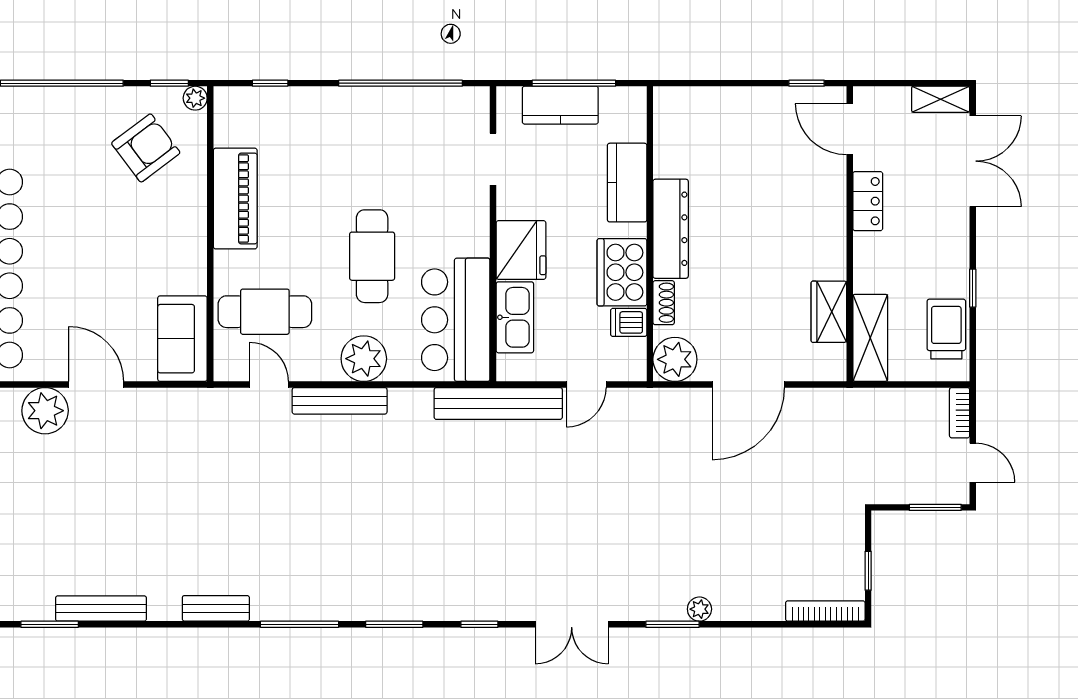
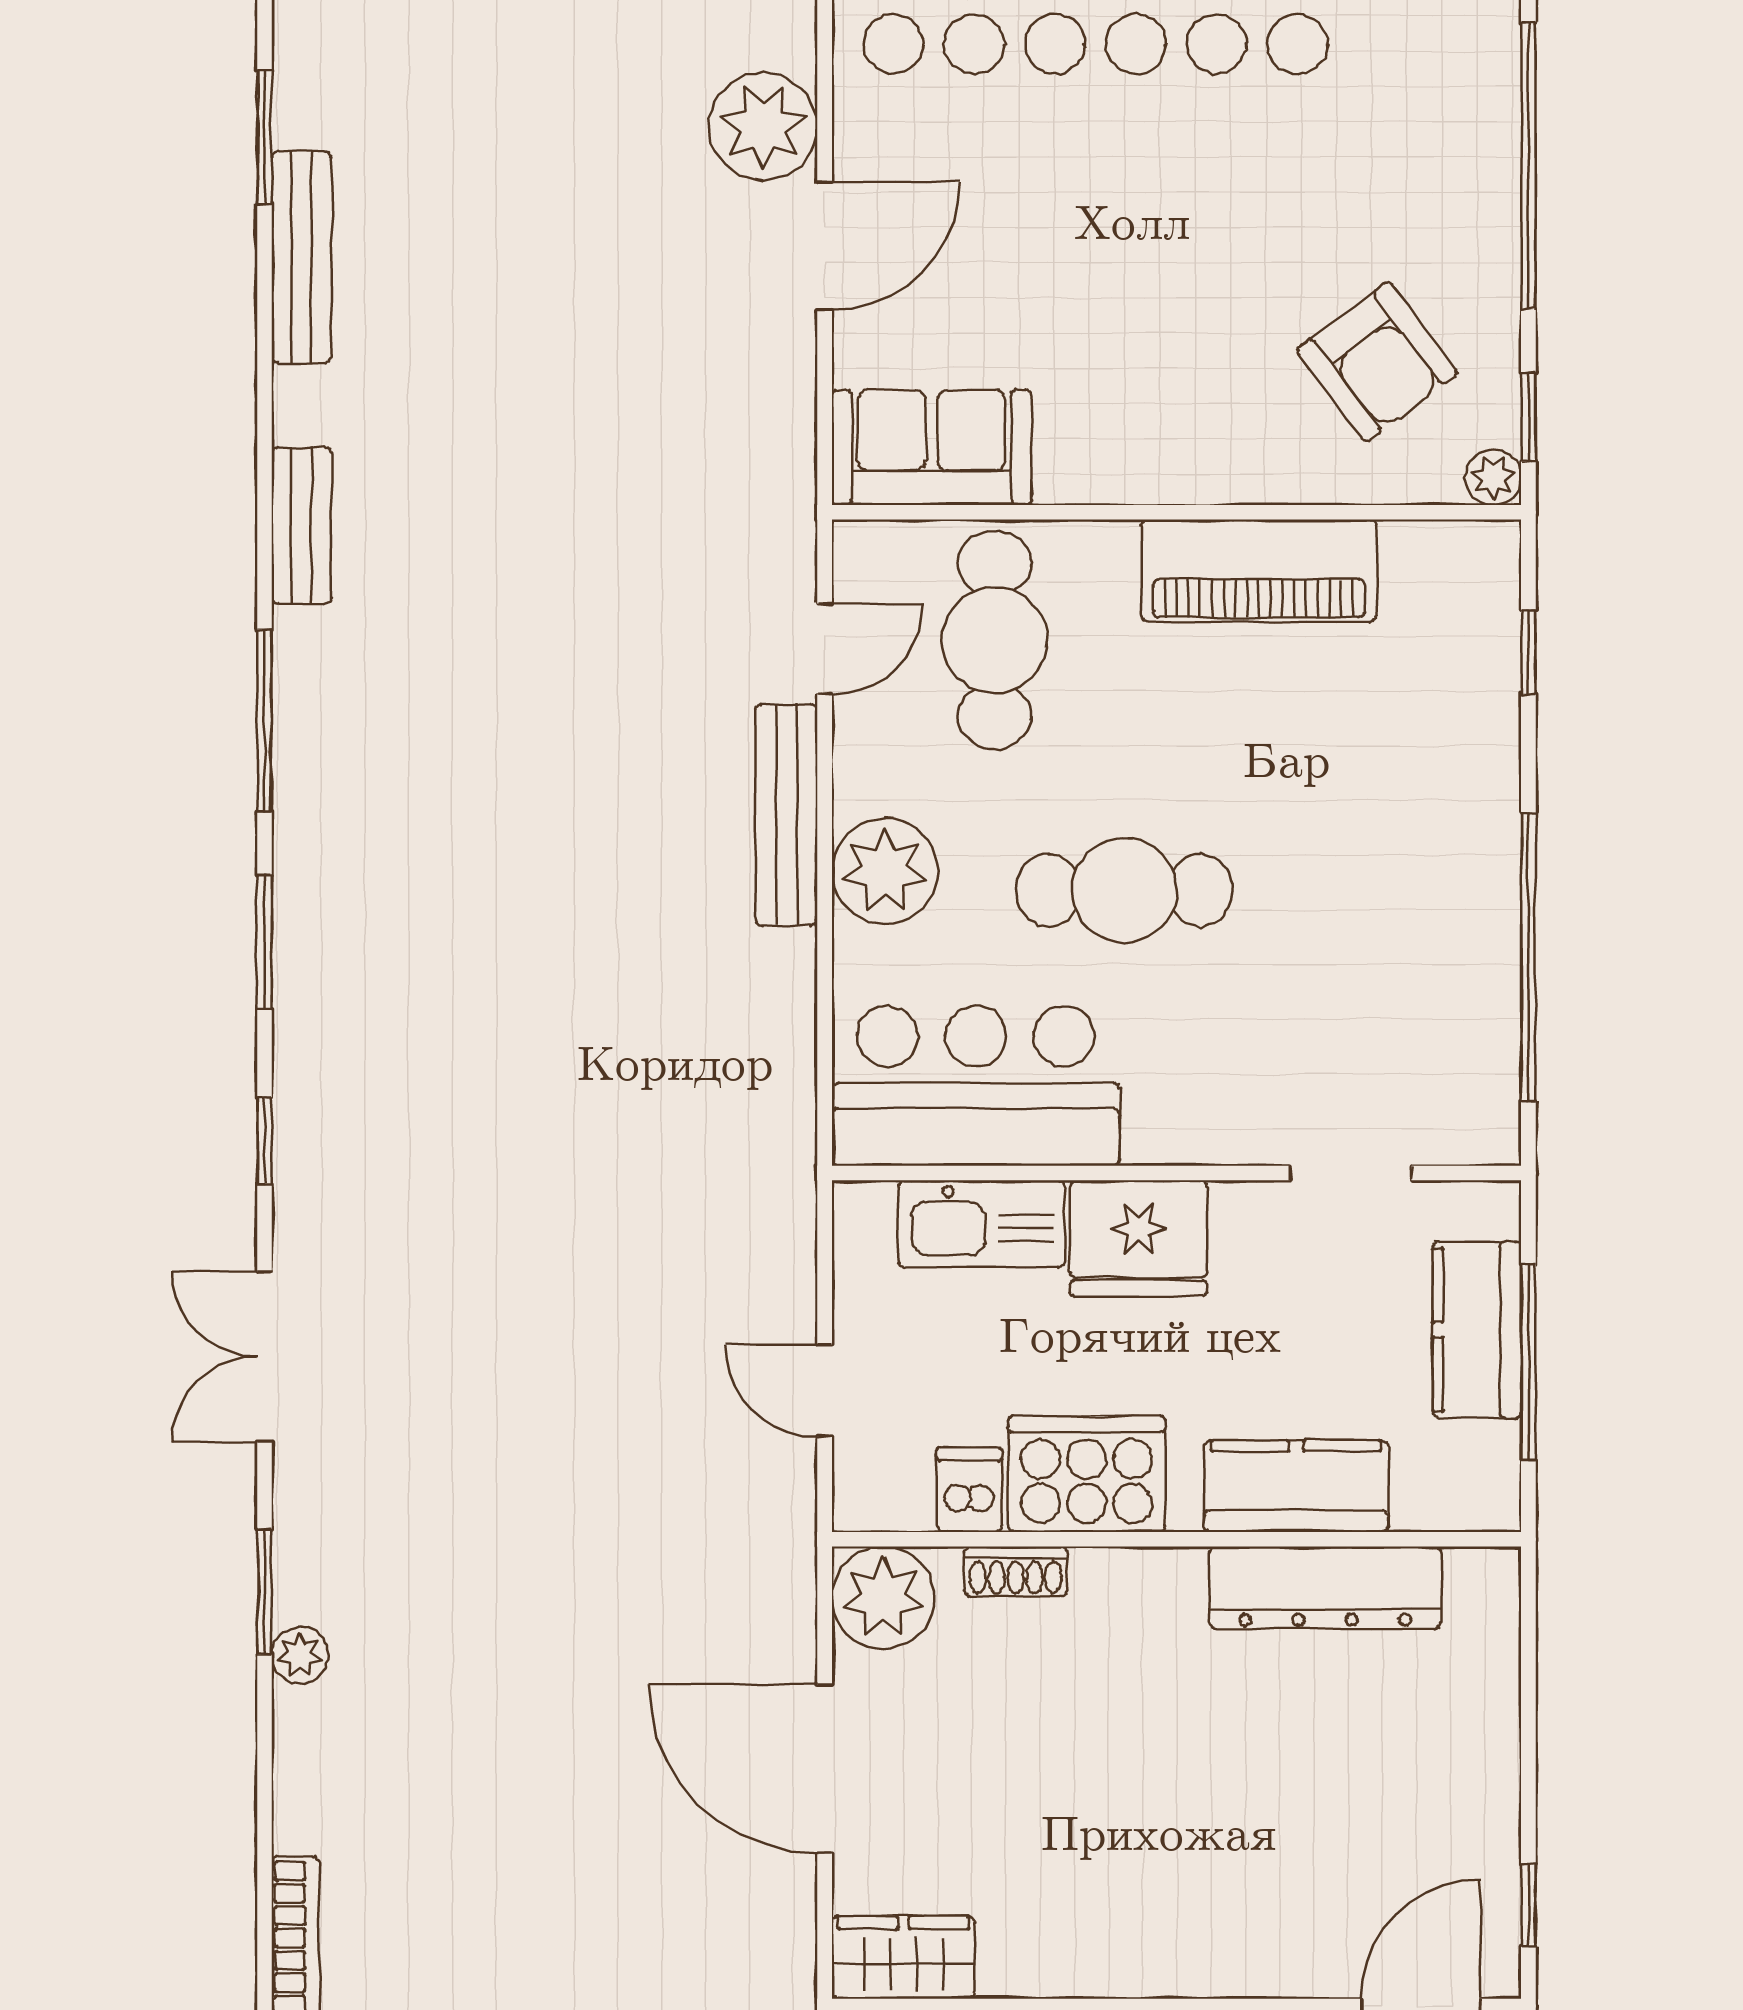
dresser: (671, 229) -> (1325, 1588), moved
wardrobe: (829, 312) -> (903, 1957), moved
bench: (498, 403) -> (780, 1185), removed

